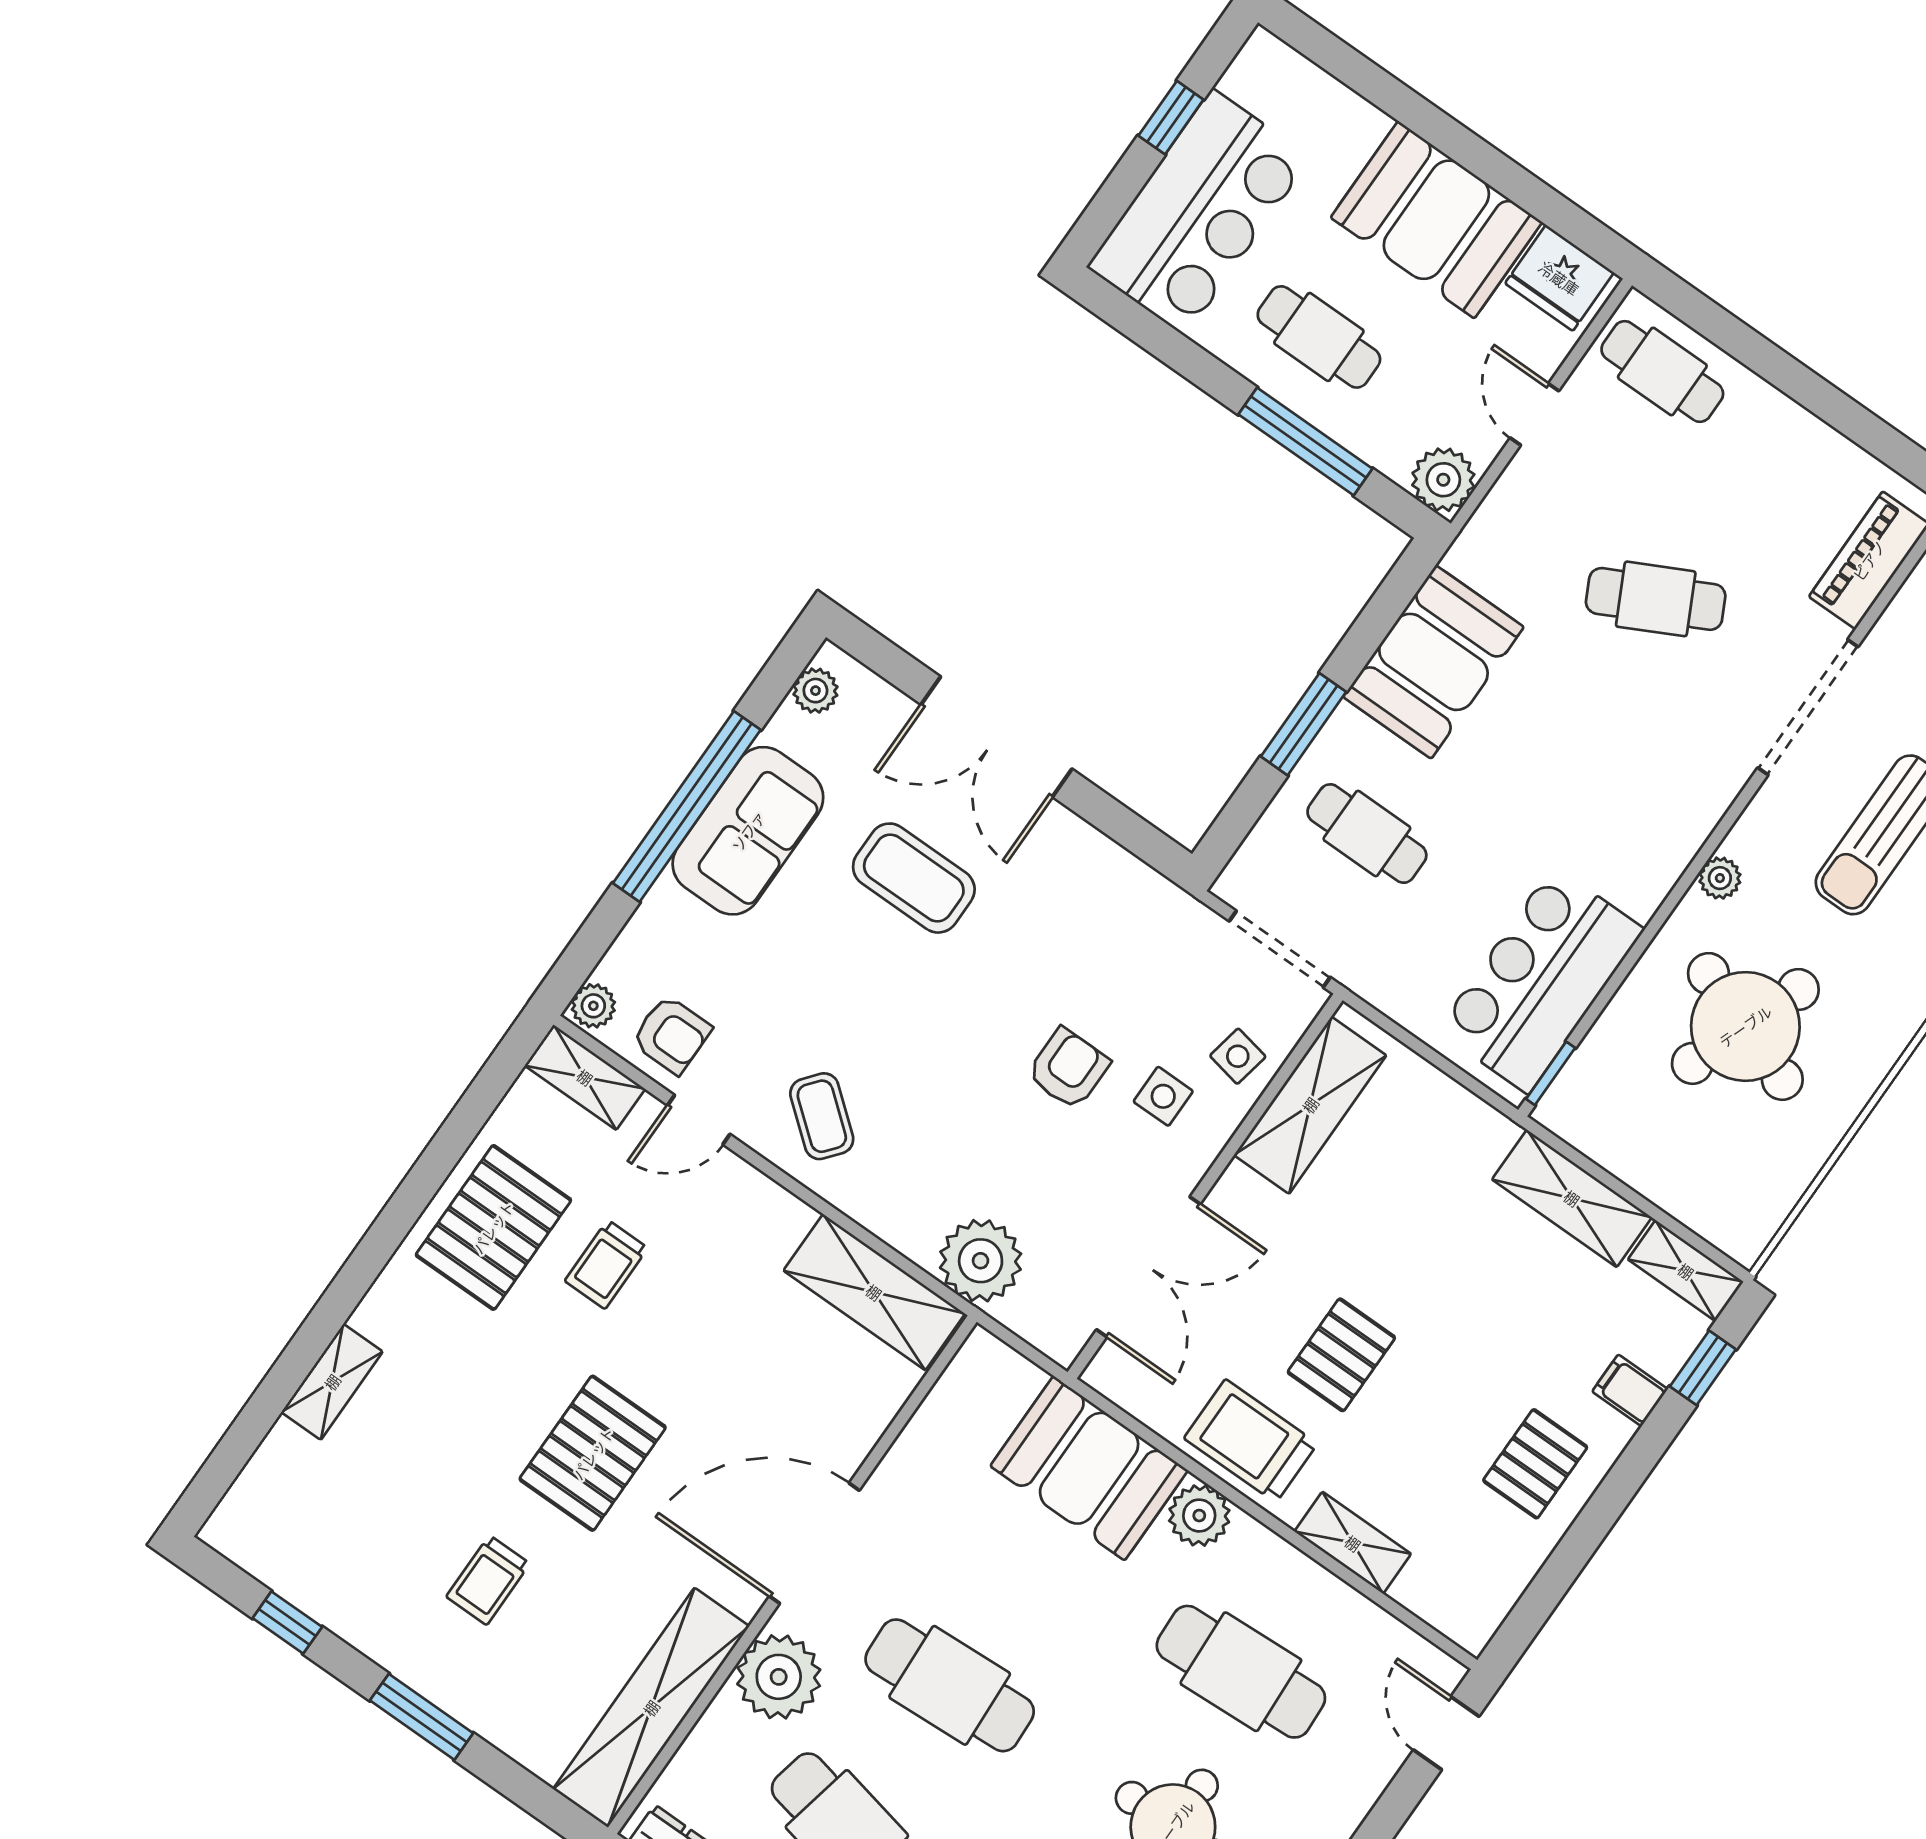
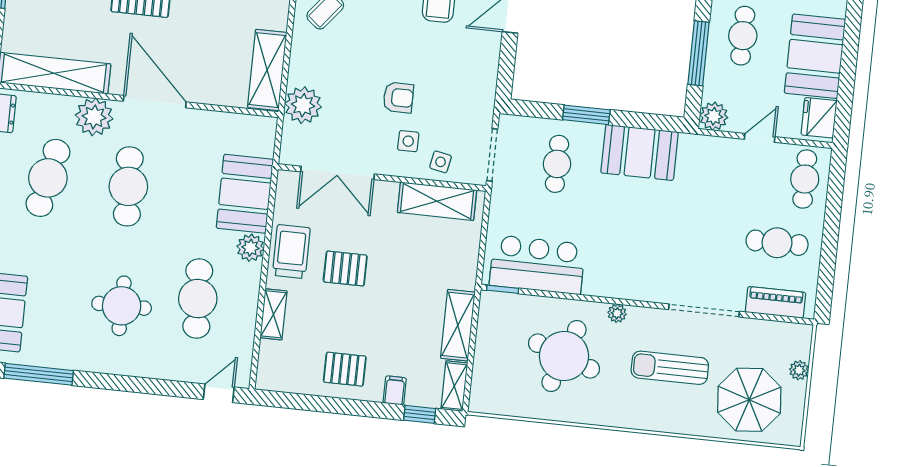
cafe table: (1656, 599) -> (777, 243), moved, turned -63

